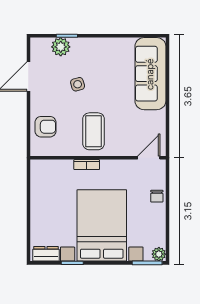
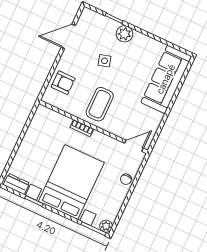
plant: (61, 47) -> (125, 34), moved

